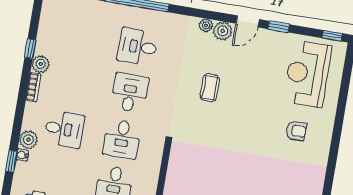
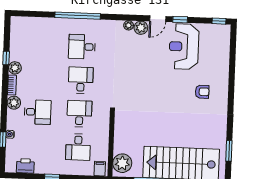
reception desk: (308, 74) -> (184, 47), moved
coffee table: (210, 88) -> (137, 69), removed
desk: (122, 139) -> (79, 114), turned 180
plant: (28, 140) -> (14, 103), moved

